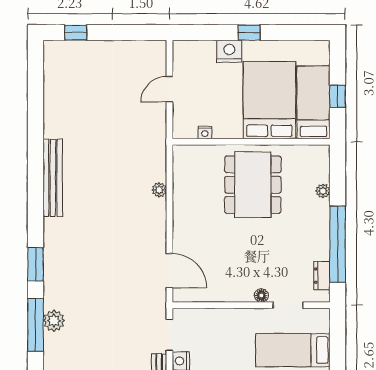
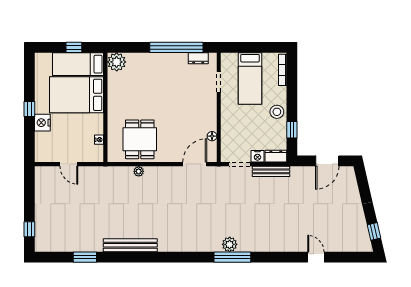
dining table: (253, 185) -> (140, 139), moved, width x0.73
plant: (323, 191) -> (117, 62), moved, width x1.88, depth x1.88
window: (36, 264) -> (85, 257), moved
floor lamp: (261, 295) -> (212, 136), moved

